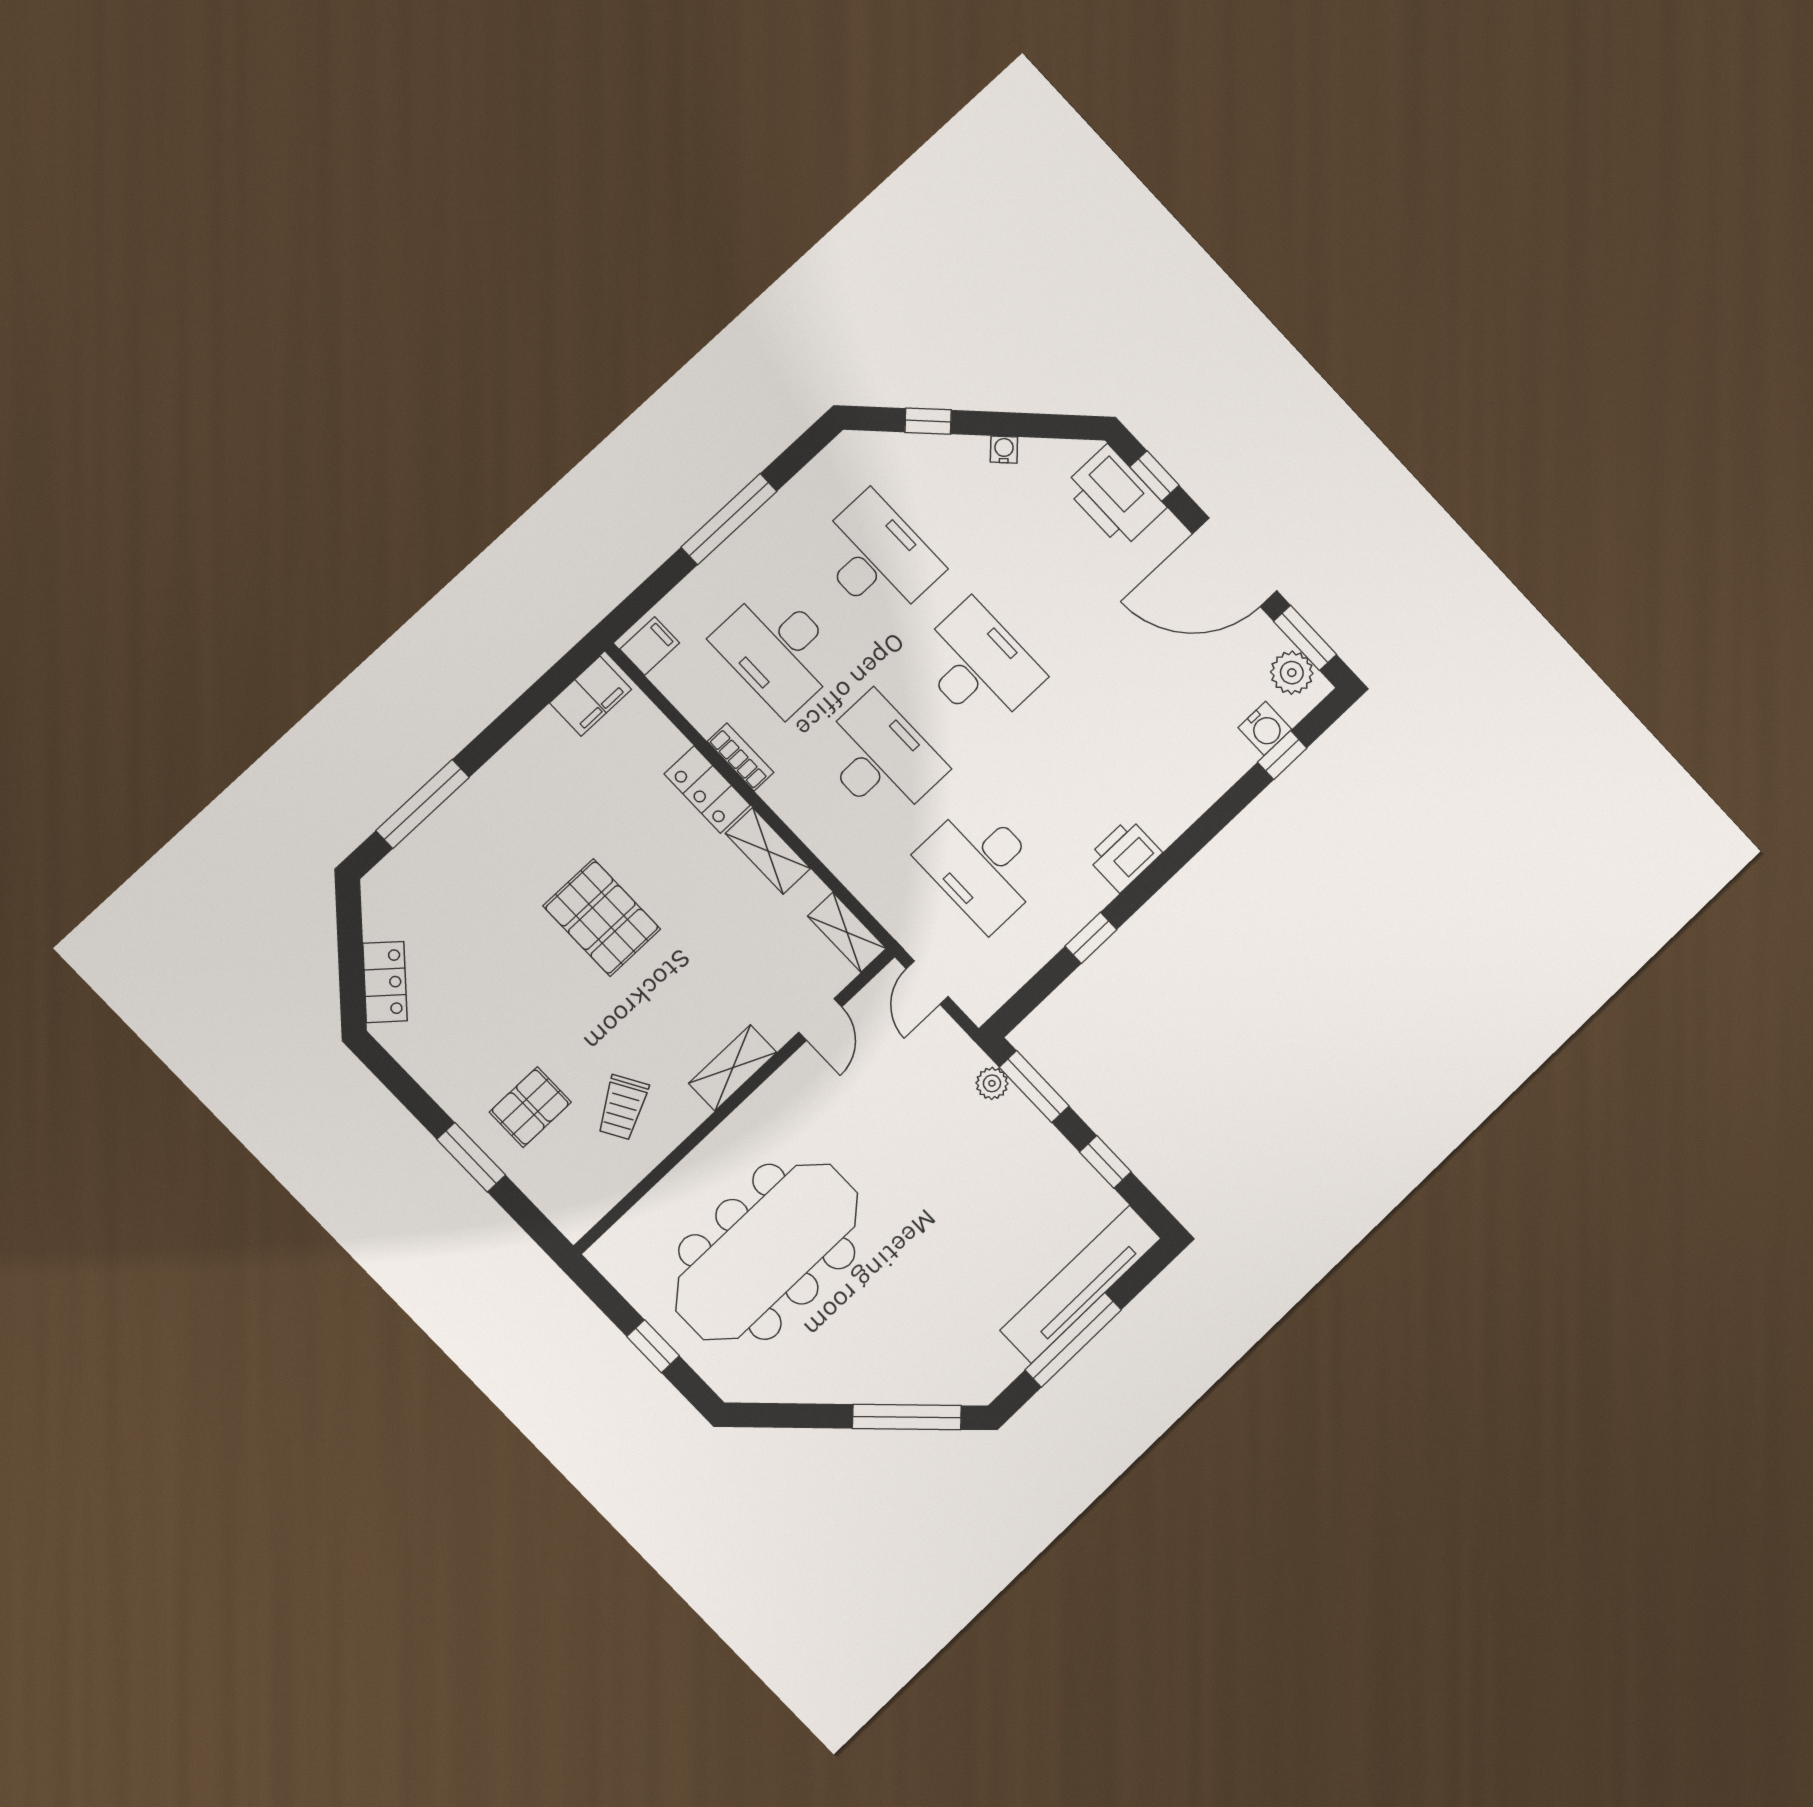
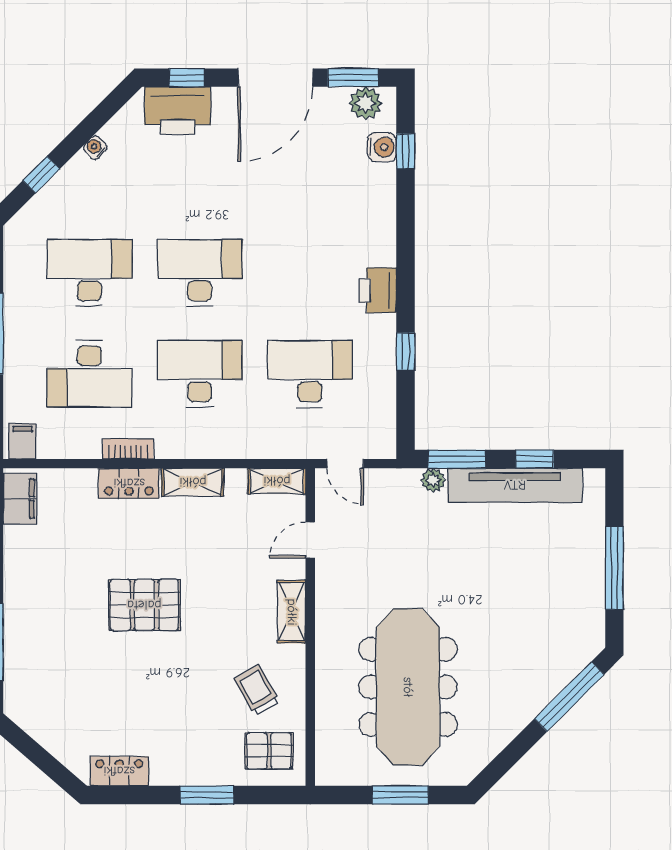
desk: (982, 866) -> (310, 374), turned 180
locker: (385, 982) -> (119, 771), moved, turned -41
door: (820, 1019) -> (310, 540), swing flipped
pallet: (530, 1107) -> (269, 751), moved, turned 90
trolley: (623, 1107) -> (257, 690), turned 180
tv unit: (1081, 1284) -> (515, 485), moved, turned -90
window: (653, 1346) -> (400, 795), width x1.50

